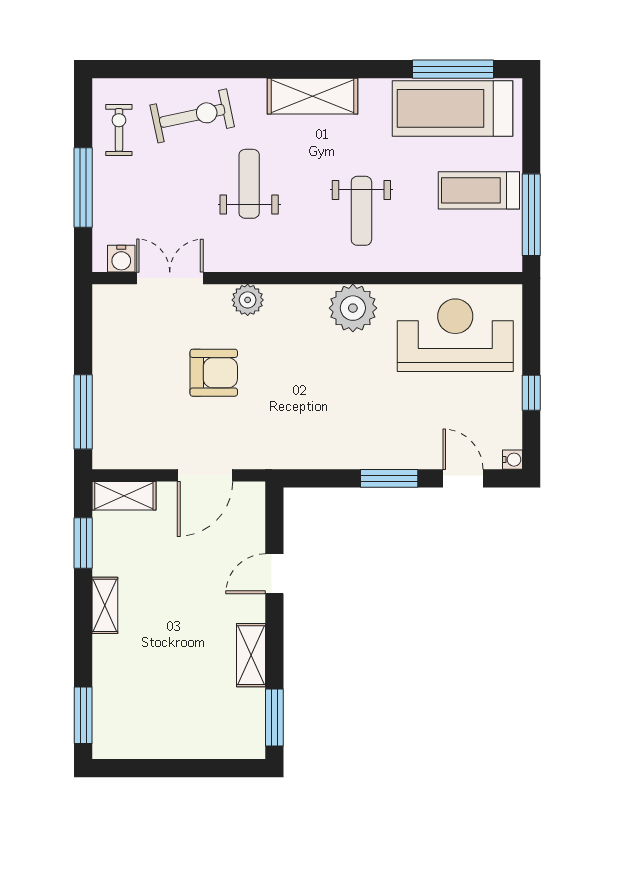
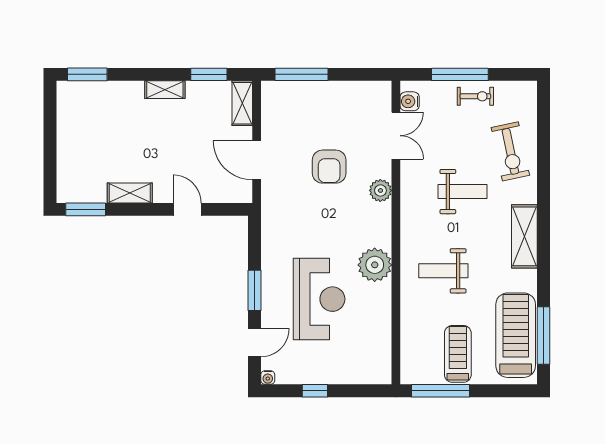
exercise bike: (119, 130) -> (475, 96), moved
reception desk: (455, 335) -> (319, 299), moved

